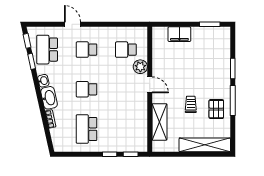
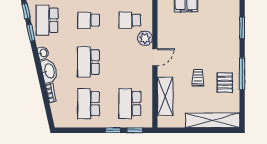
window: (233, 69) -> (242, 28), moved
door: (150, 85) -> (155, 57), hinge flipped
school desk: (87, 89) -> (88, 62), width x1.85
school desk: (126, 129) -> (130, 104), added

